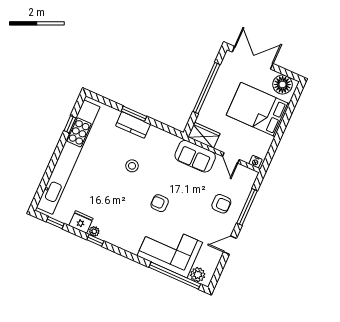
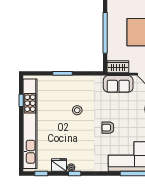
kitchen counter: (133, 125) -> (65, 81), removed

